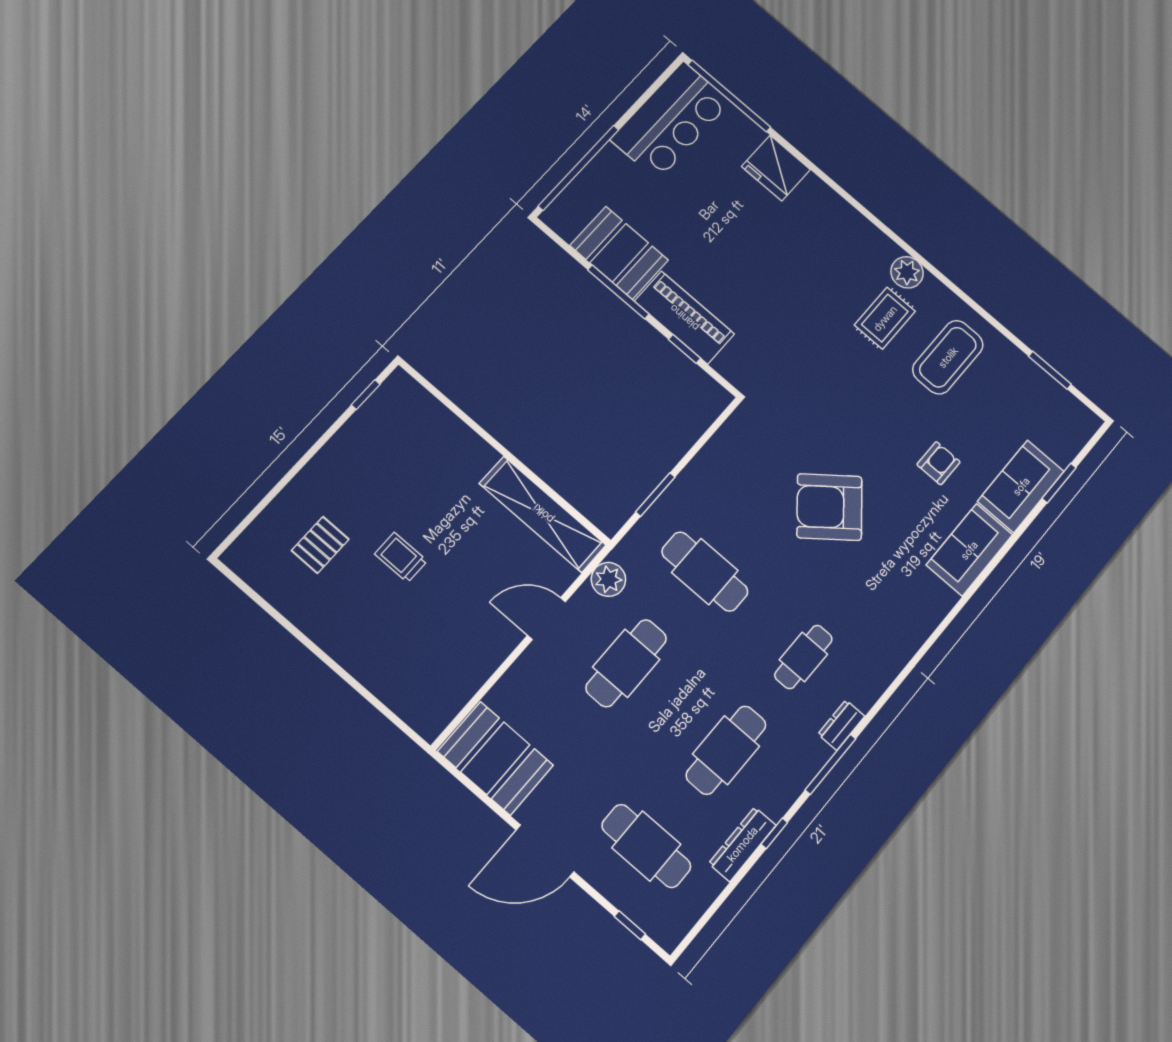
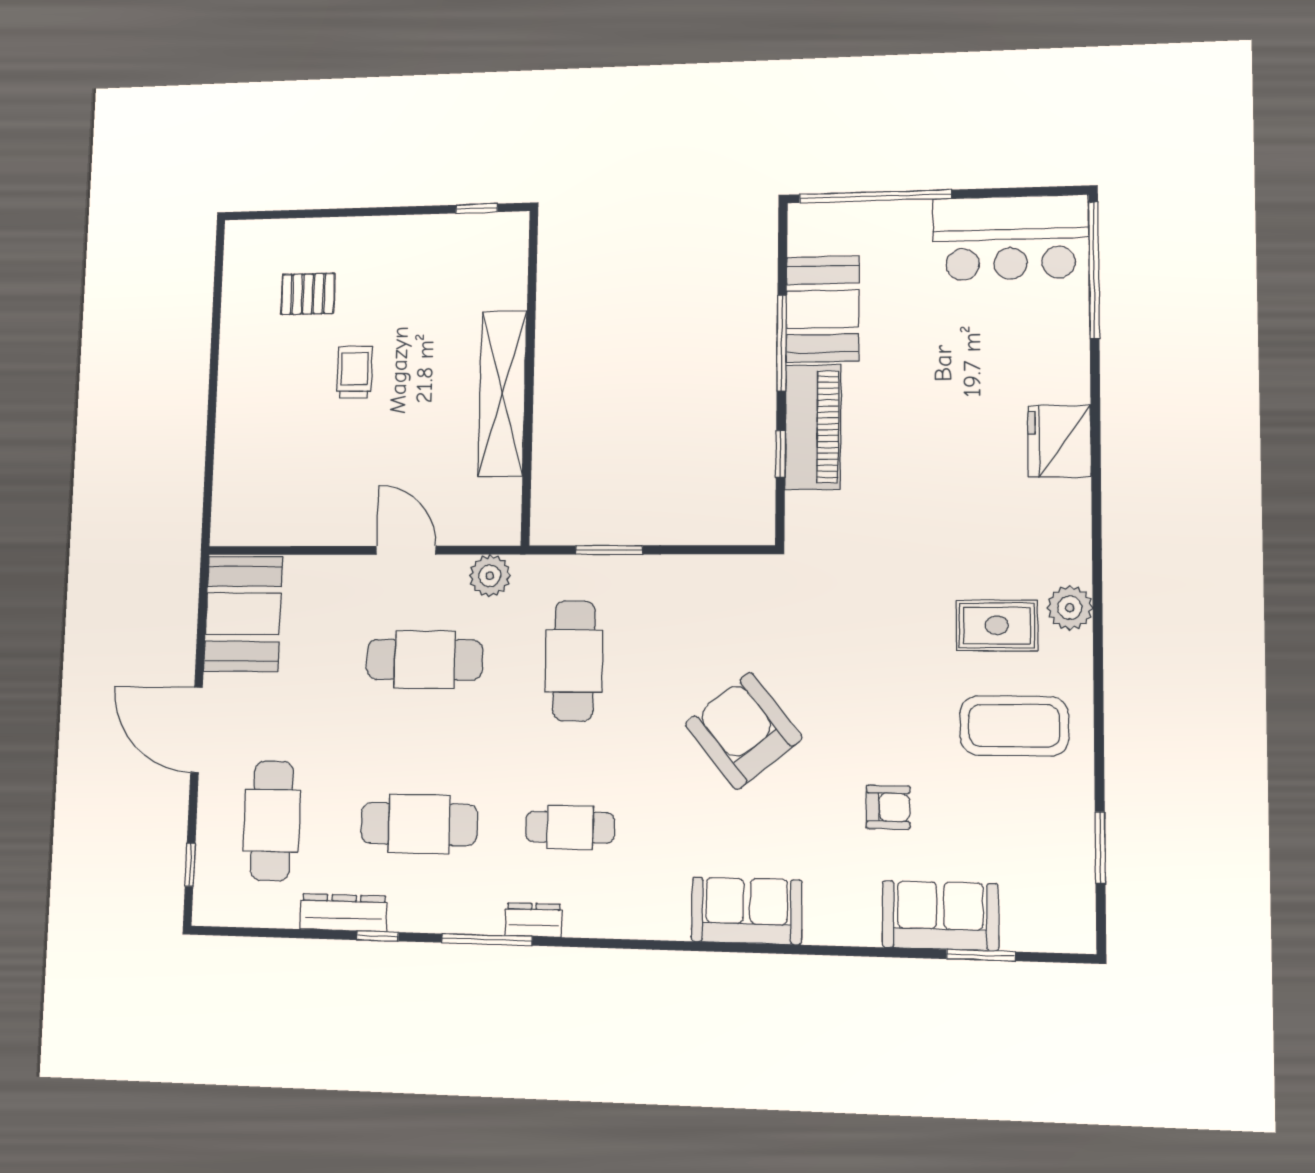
fridge: (776, 168) -> (1059, 441), moved
shelving: (543, 514) -> (502, 393), moved
sofa: (969, 550) -> (747, 911), moved

